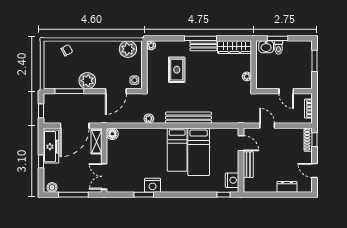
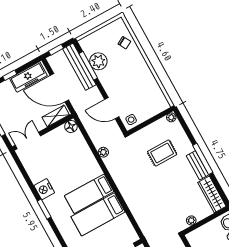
plant: (128, 49) -> (156, 98), removed
plant: (87, 81) -> (98, 61), moved
bench: (188, 118) -> (79, 67), moved
window: (144, 195) -> (44, 209), moved

